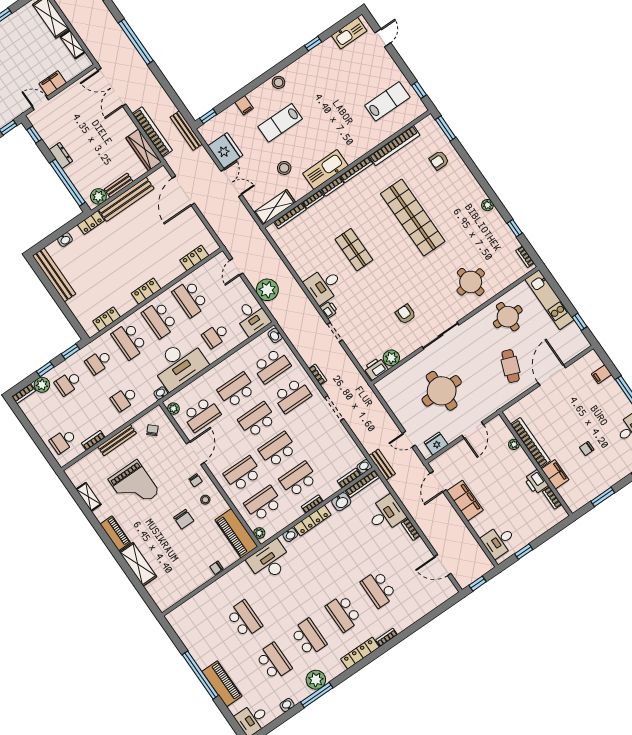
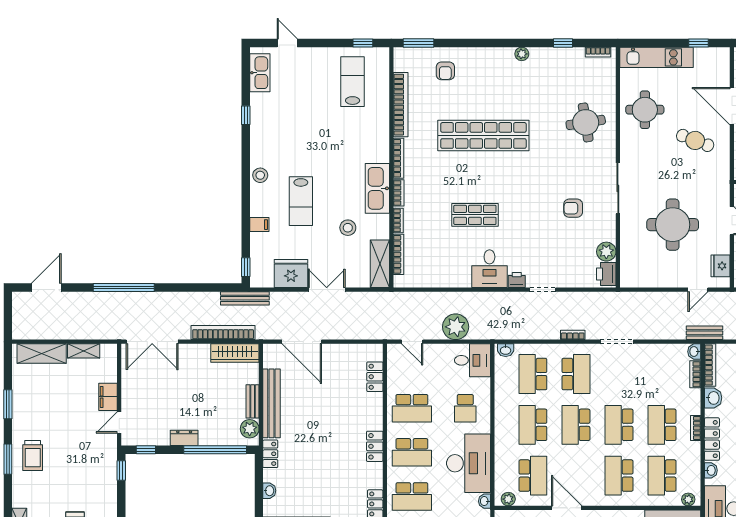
school desk: (272, 366) -> (533, 374), turned 180

